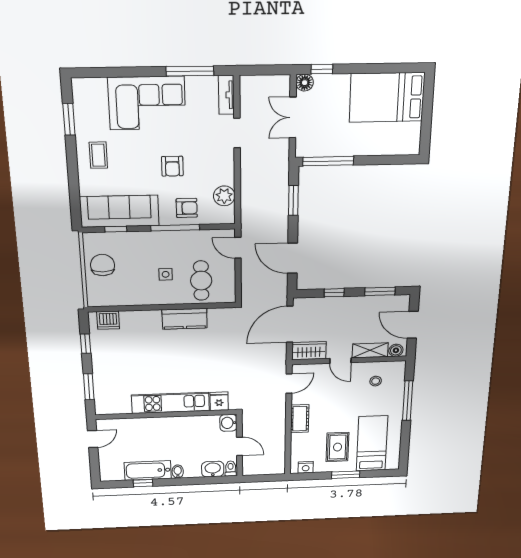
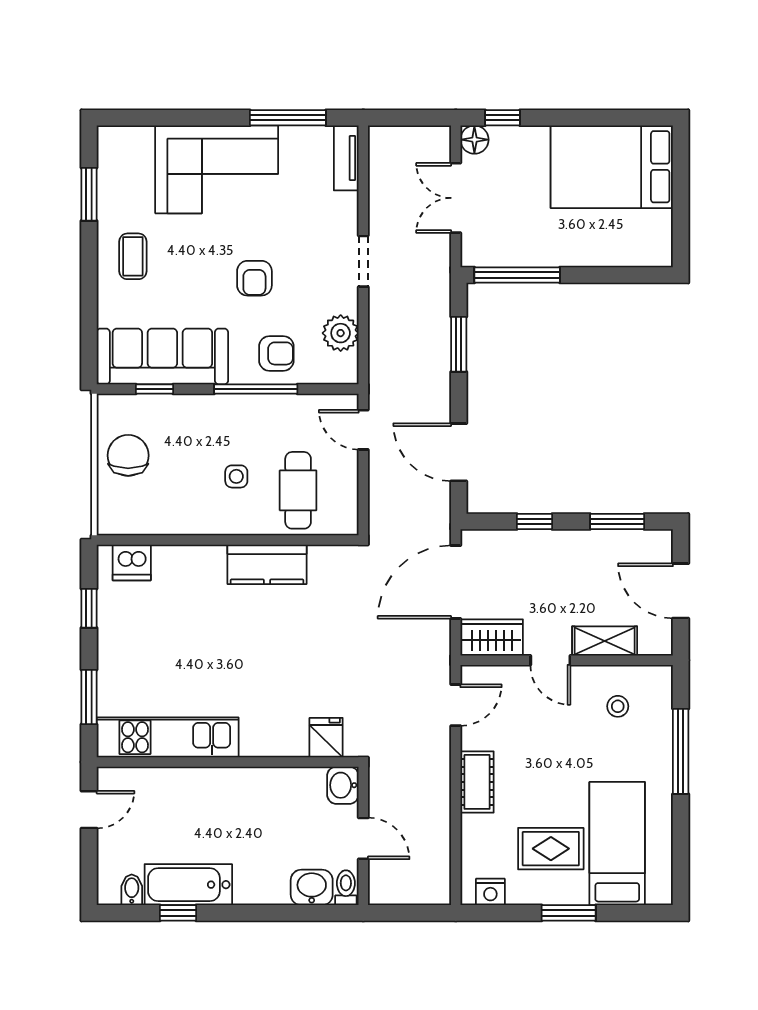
doorway: (237, 133) -> (363, 261), moved
boiler: (396, 350) -> (653, 643), removed
kitchen unit: (170, 403) -> (168, 737), moved
rug: (338, 447) -> (551, 849), turned 90
bidet: (178, 472) -> (132, 890), moved

